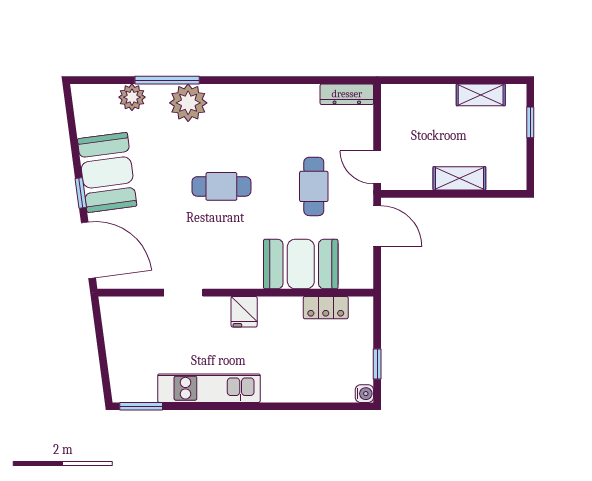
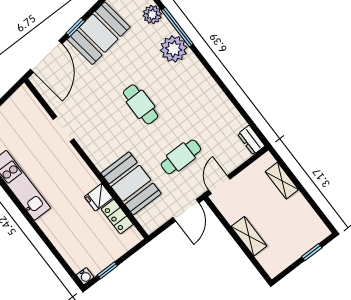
dresser: (347, 94) -> (251, 140), width x0.70
shelving: (481, 95) -> (282, 181), moved
fridge: (244, 312) -> (99, 197), moved

